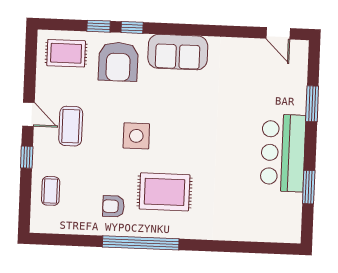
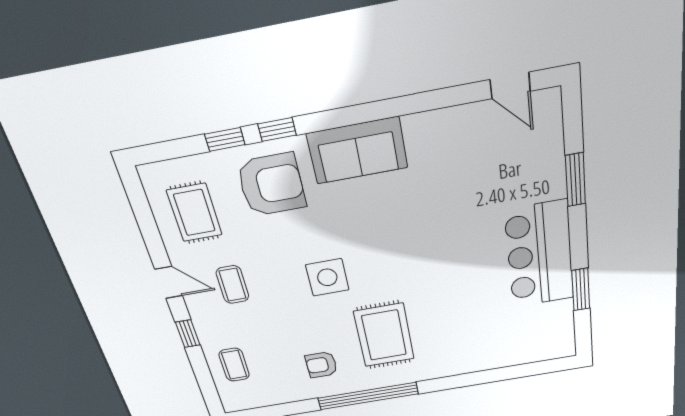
rug: (66, 53) -> (194, 213), moved, turned 90
armchair: (118, 62) -> (271, 185), turned -90
coffee table: (71, 126) -> (232, 285), width x0.73, depth x0.77
rug: (165, 192) -> (384, 335), turned 90

